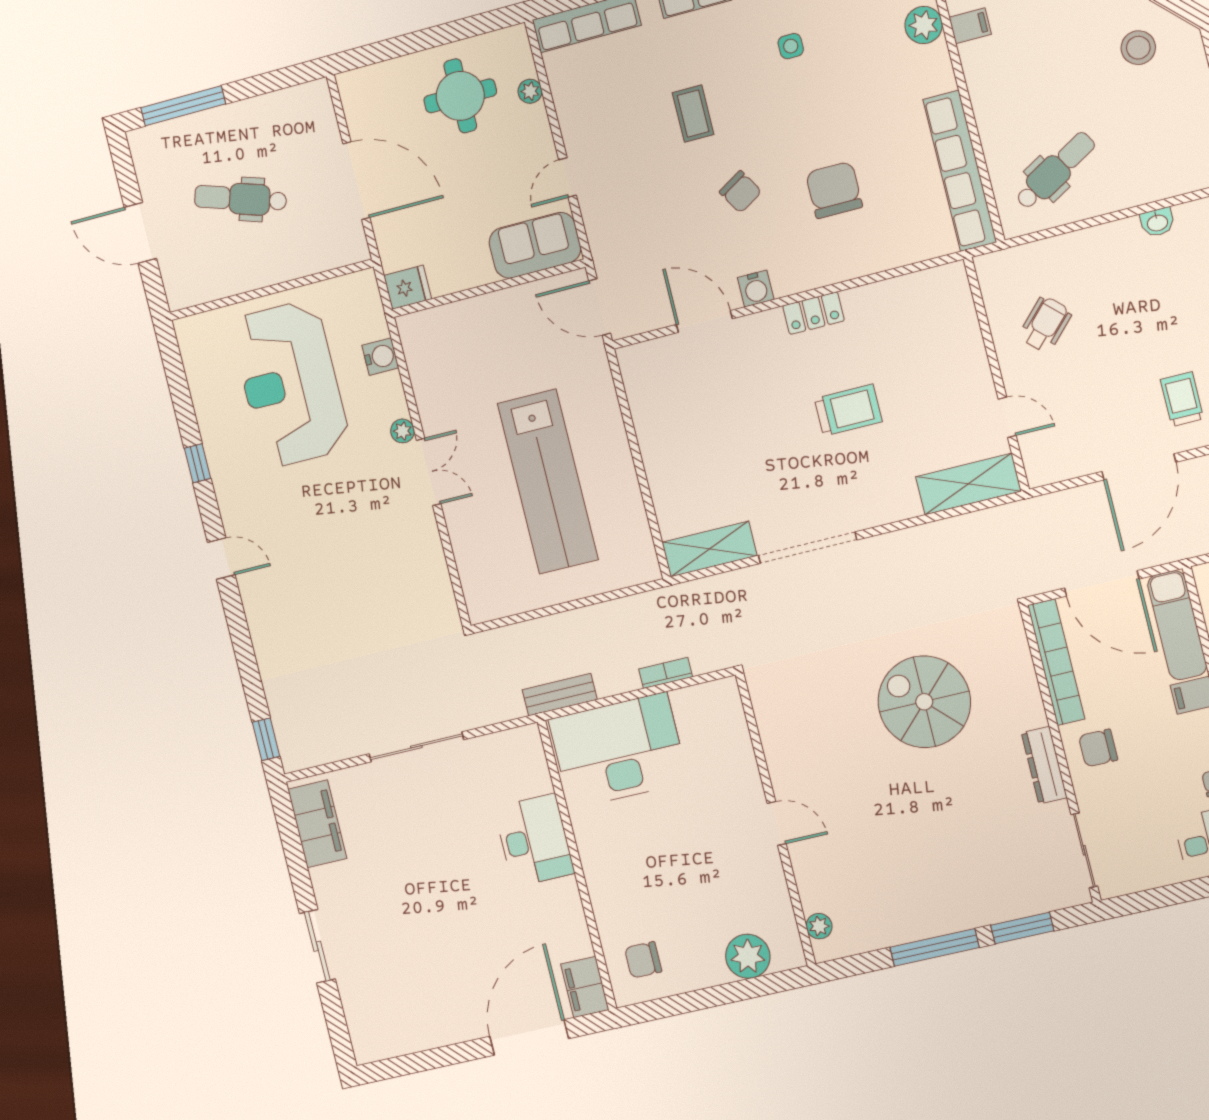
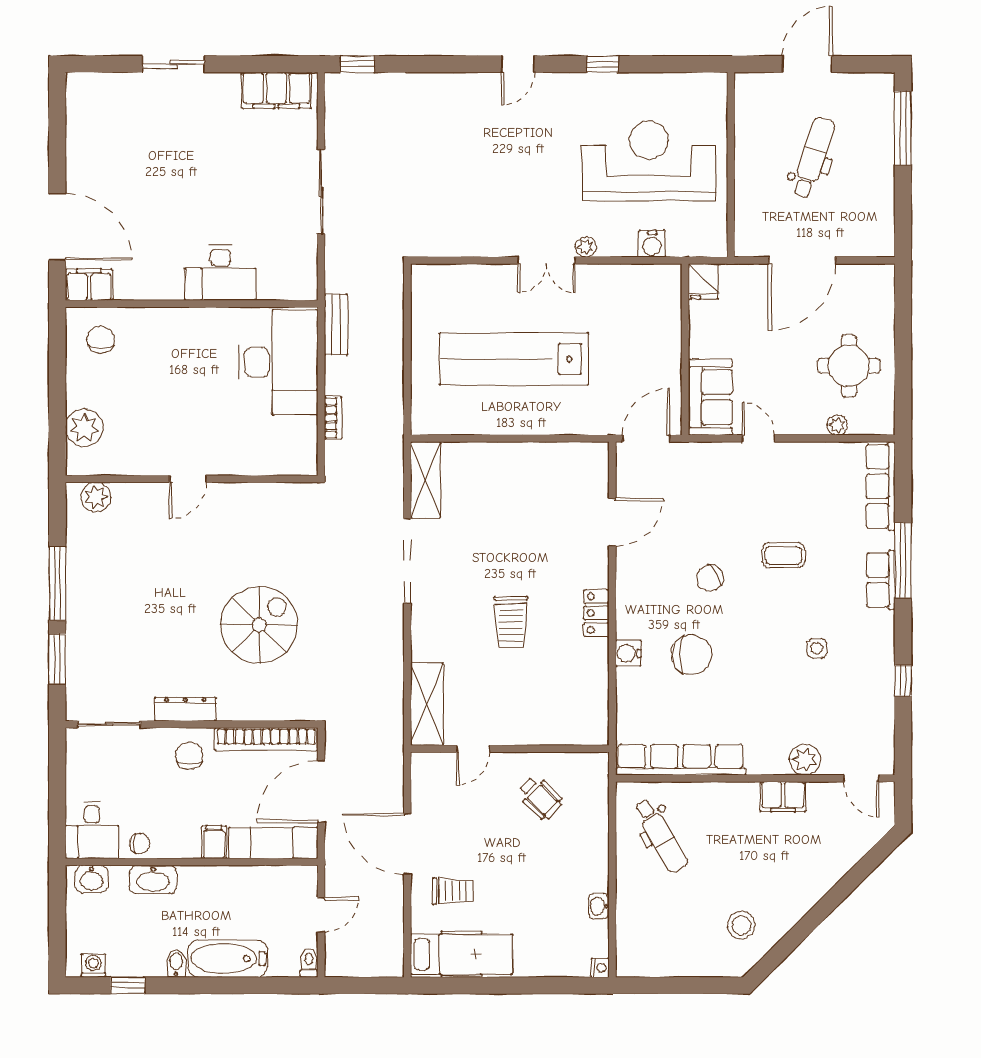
filing cabinet: (970, 26) -> (783, 797), width x2.00
water cooler: (756, 289) -> (628, 653), moved
plant: (819, 926) -> (96, 497), width x1.38, depth x1.38

